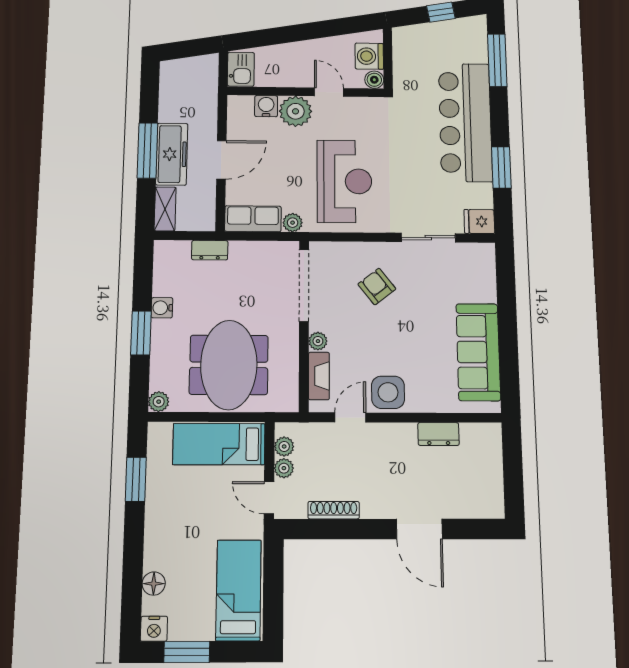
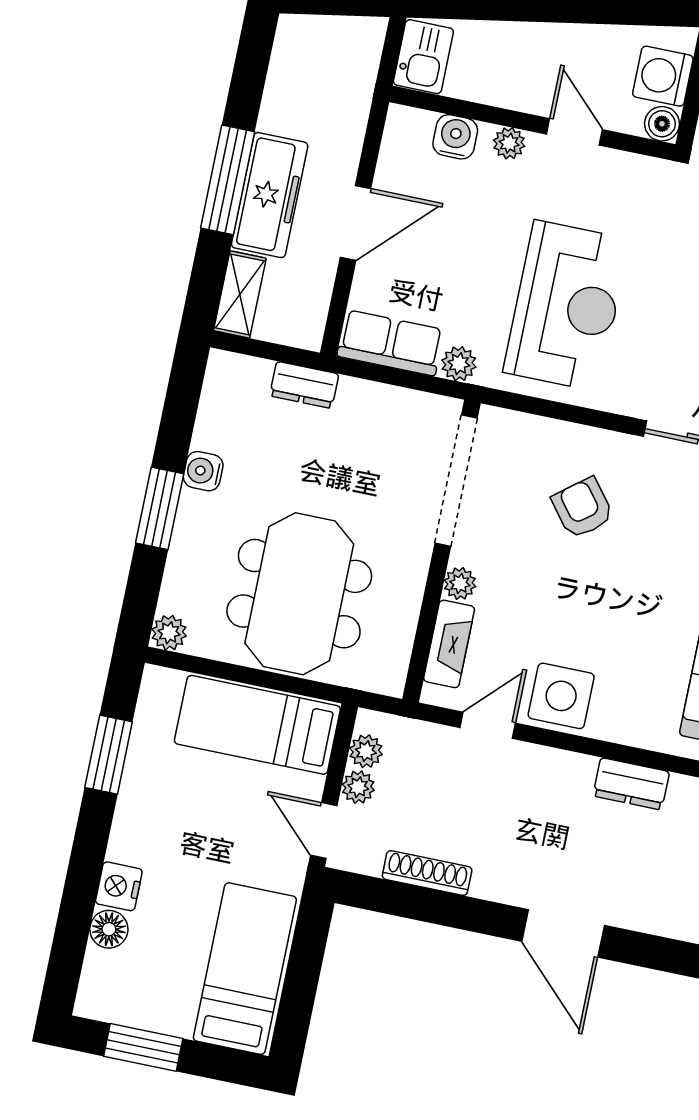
plant: (296, 111) -> (509, 143), width x0.53, depth x0.53
nightstand: (154, 629) -> (119, 886), moved, turned 90

